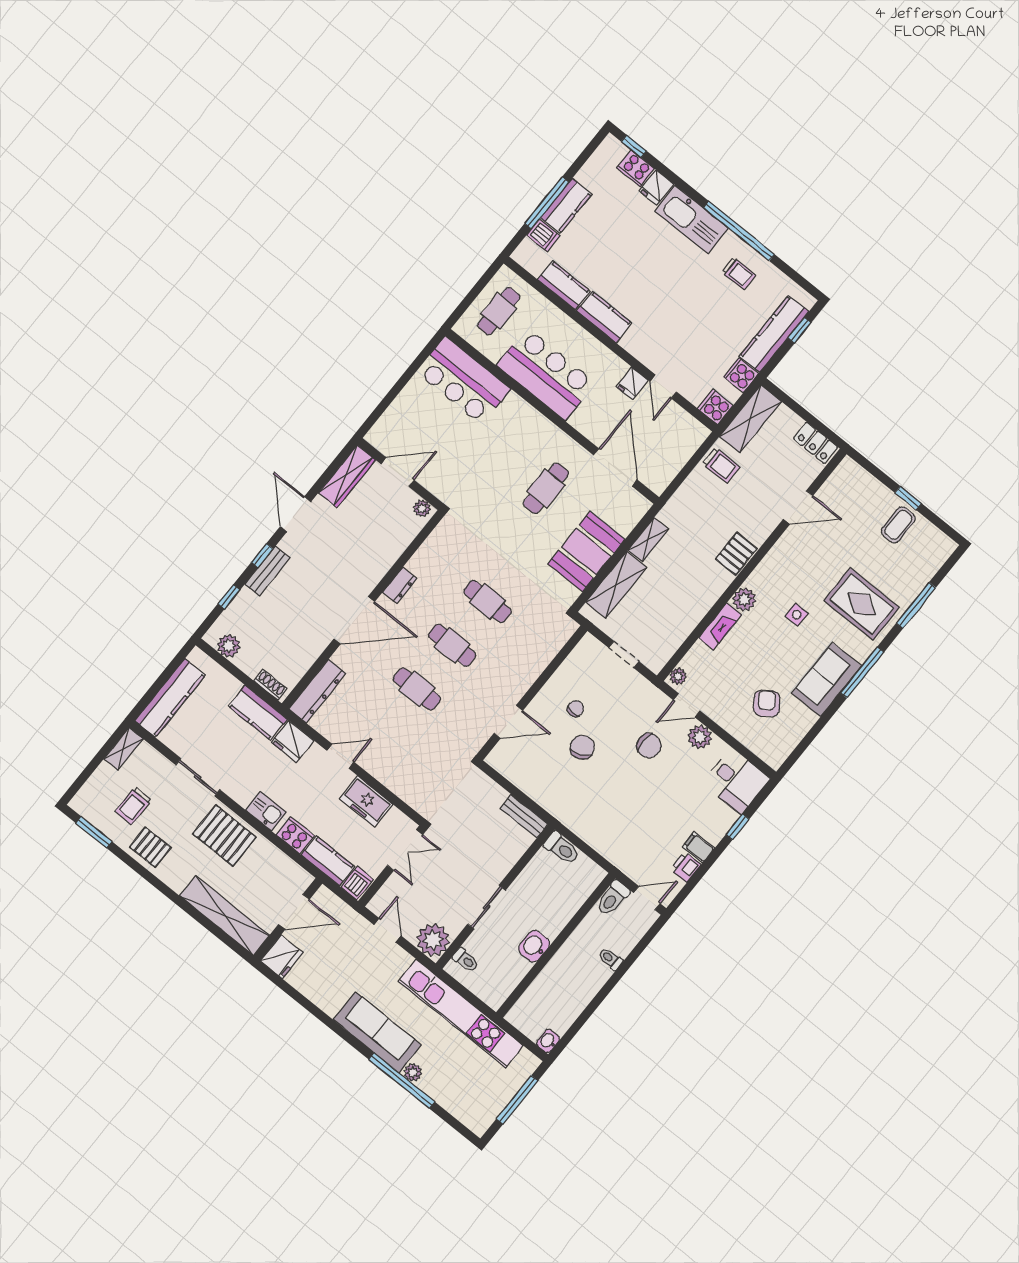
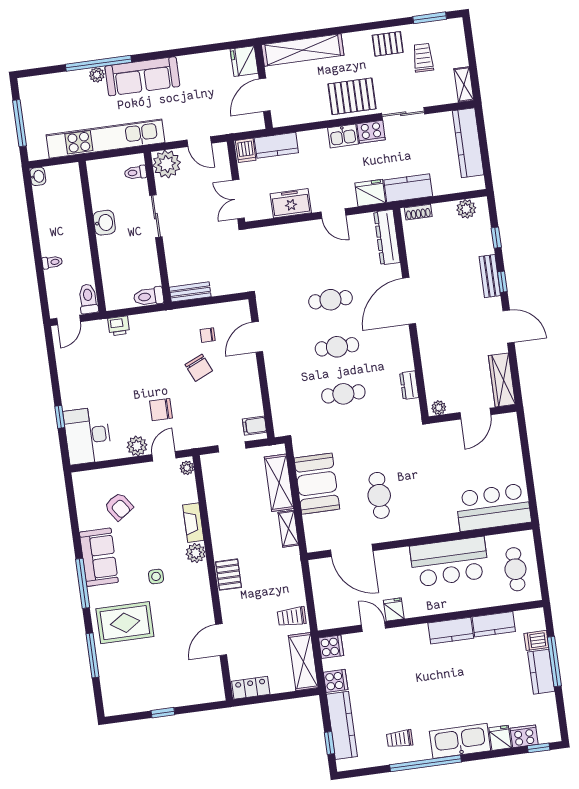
coffee table: (898, 525) -> (152, 691), removed
dresser: (400, 585) -> (409, 385), moved
chair: (576, 709) -> (208, 335), moved, turned 89
door: (340, 756) -> (333, 214), hinge flipped
desk: (736, 781) -> (88, 436), width x1.37
cooker: (295, 835) -> (371, 132), moved
filing cabinet: (698, 847) -> (254, 426), moved, turned 180
printer: (686, 867) -> (119, 326), moved, turned 90

